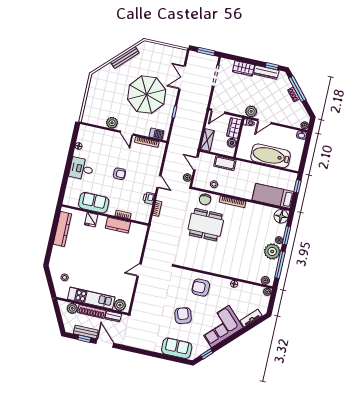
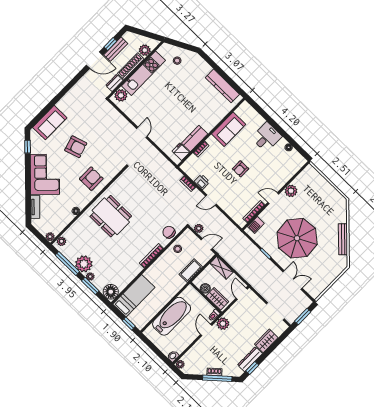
fridge: (91, 220) -> (181, 152), moved
dining table: (206, 225) -> (111, 216), moved, turned 90

